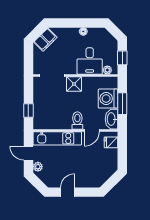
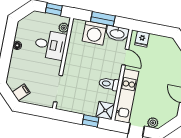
filing cabinet: (45, 40) -> (21, 92), width x0.50
shower: (74, 84) -> (105, 110), moved
toilet: (77, 120) -> (109, 84), moved

